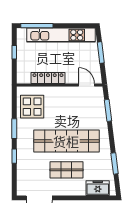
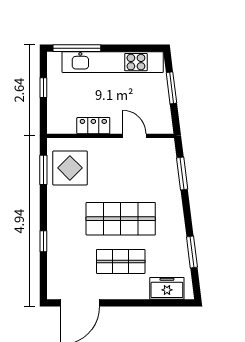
locker: (48, 78) -> (93, 126), width x0.66
door: (87, 85) -> (134, 136), moved
window: (14, 129) -> (43, 170), moved
shop shelf: (66, 141) -> (121, 219), width x0.71

